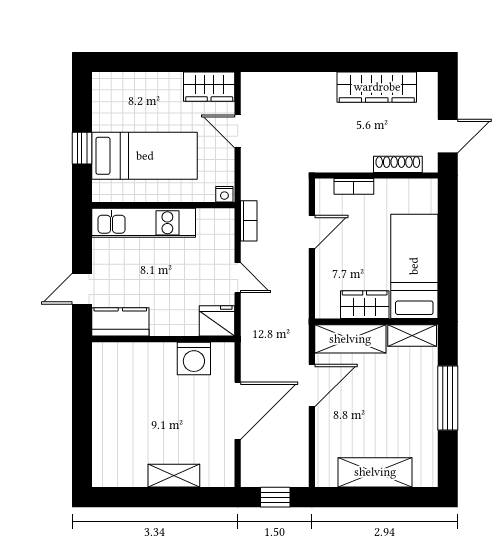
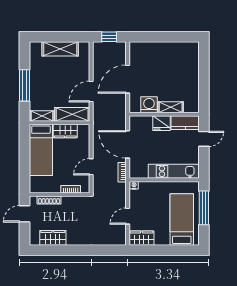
wardrobe: (377, 87) -> (53, 238), width x0.67
door: (238, 131) -> (128, 216), swing flipped
window: (82, 148) -> (204, 208), width x2.17
bed: (145, 156) -> (182, 219), moved, turned 90
door: (238, 278) -> (128, 144), width x1.88
fridge: (217, 321) -> (162, 123), moved
shelving: (174, 476) -> (171, 107), moved

